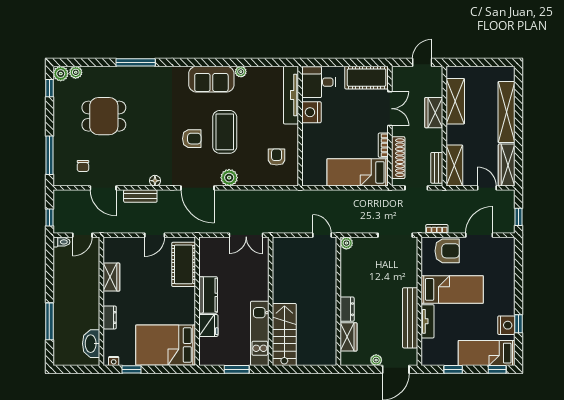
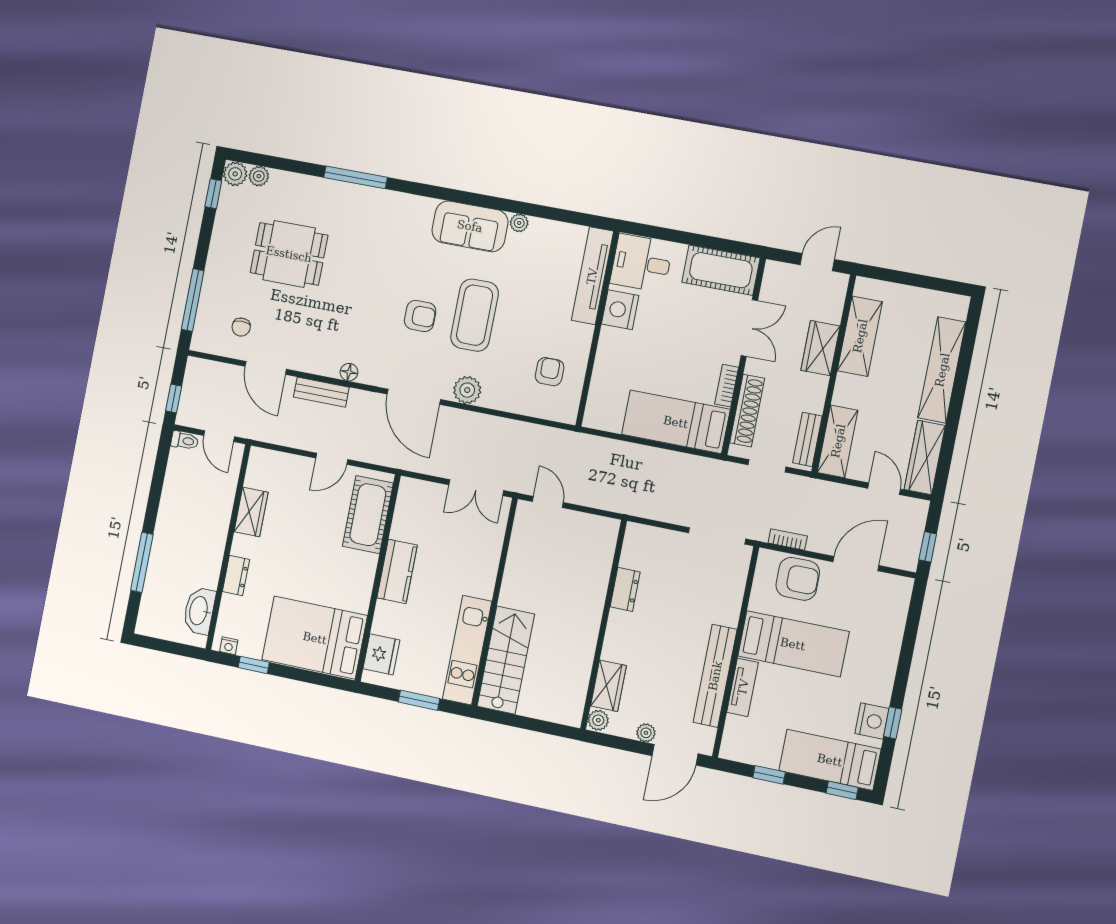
door: (82, 235) -> (219, 436), hinge flipped
door: (322, 235) -> (548, 502), moved
plant: (346, 243) -> (598, 720), moved
dresser: (347, 309) -> (625, 589), moved
fridge: (208, 325) -> (381, 654), moved

